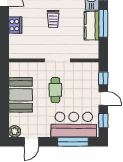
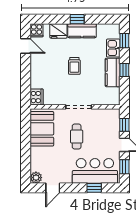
window: (103, 23) -> (124, 70), width x0.46
cooker: (15, 25) -> (37, 97), moved
booth: (21, 95) -> (42, 129), moved
window: (73, 142) -> (94, 188), width x0.46

